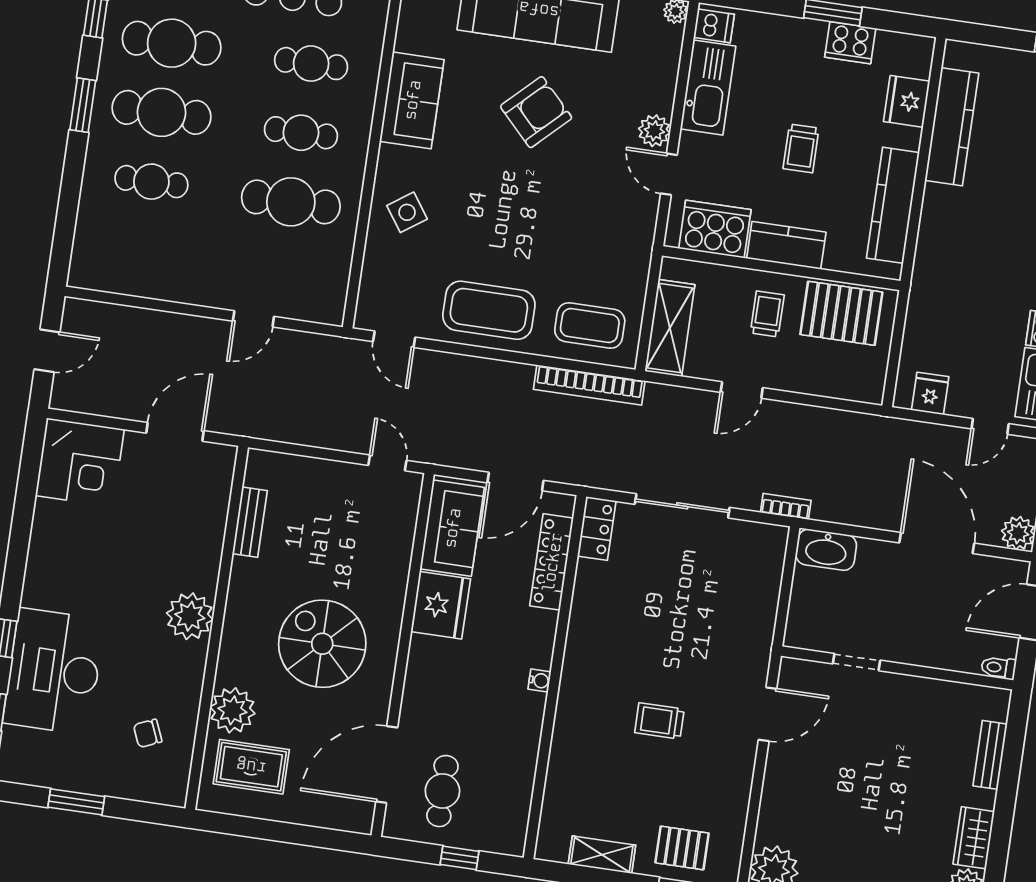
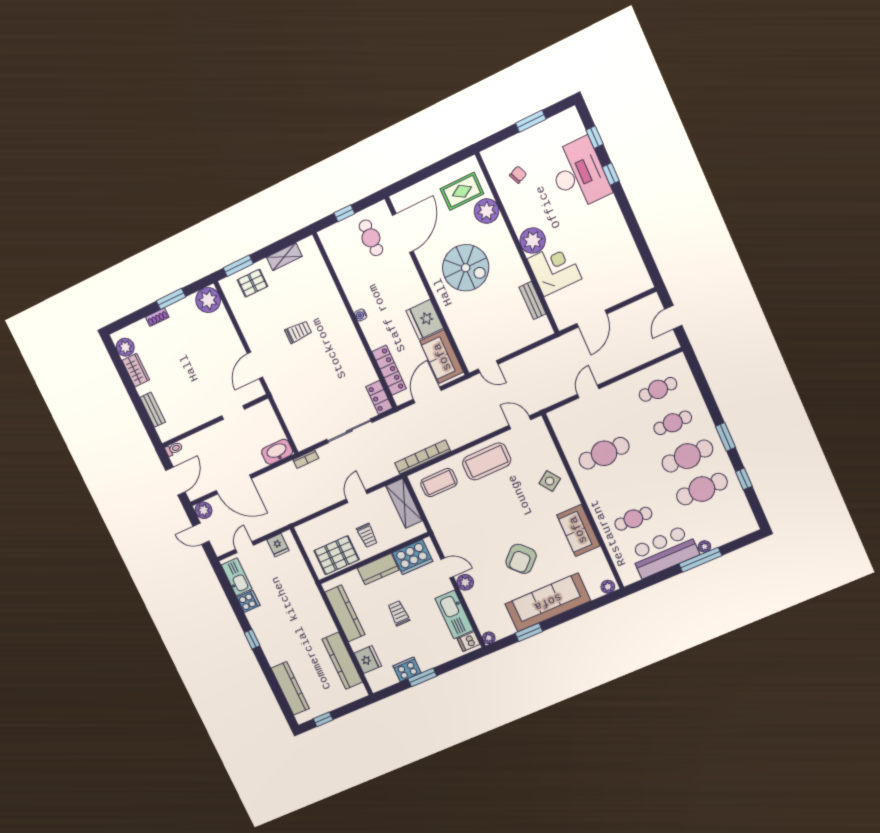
cafe table: (301, 133) -> (658, 389), moved
corner desk: (80, 462) -> (554, 269), moved, turned 90

